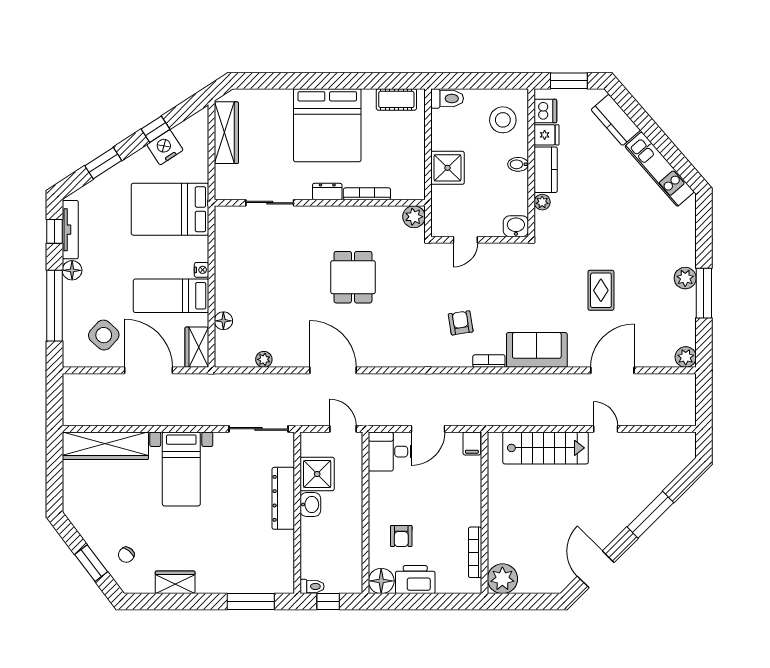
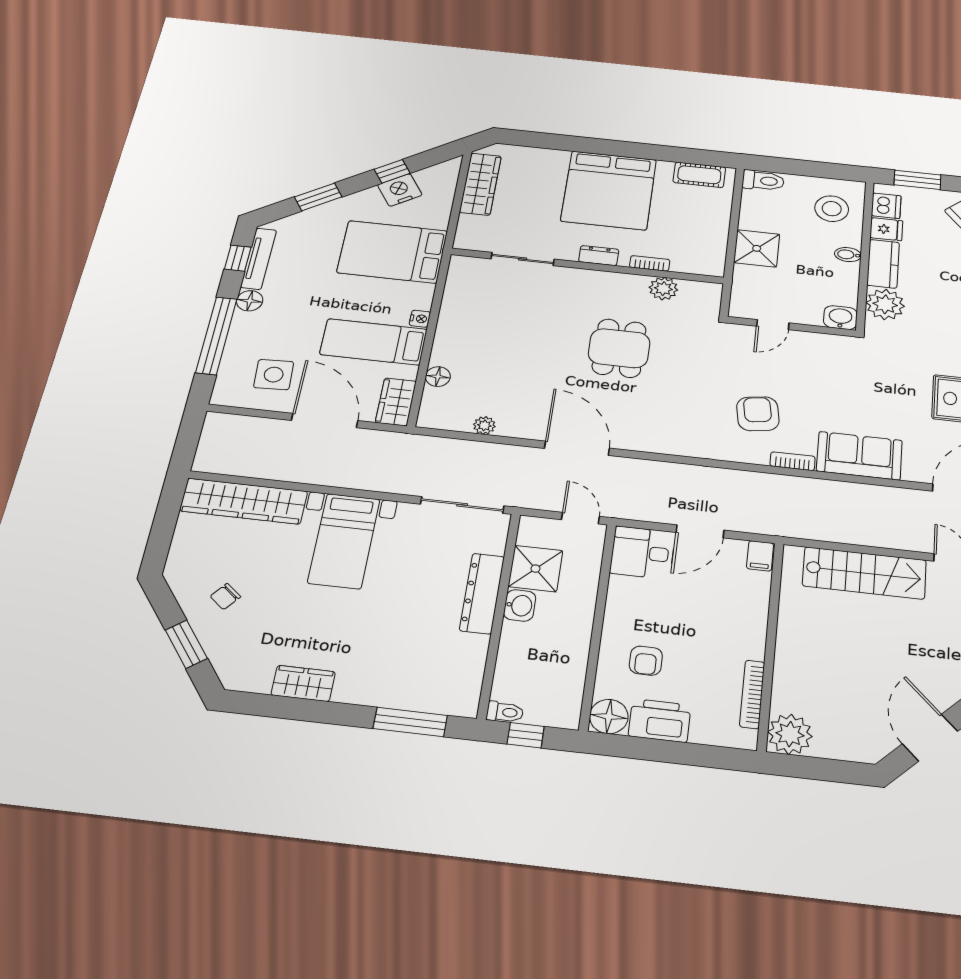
bookcase: (367, 194) -> (650, 263), width x0.64
plant: (542, 202) -> (885, 304), width x1.88, depth x1.88
plant: (414, 217) -> (663, 289), moved
armchair: (461, 323) -> (758, 414), width x1.38, depth x1.38
side table: (104, 335) -> (274, 375), turned 45
chair: (126, 555) -> (225, 596), moved

